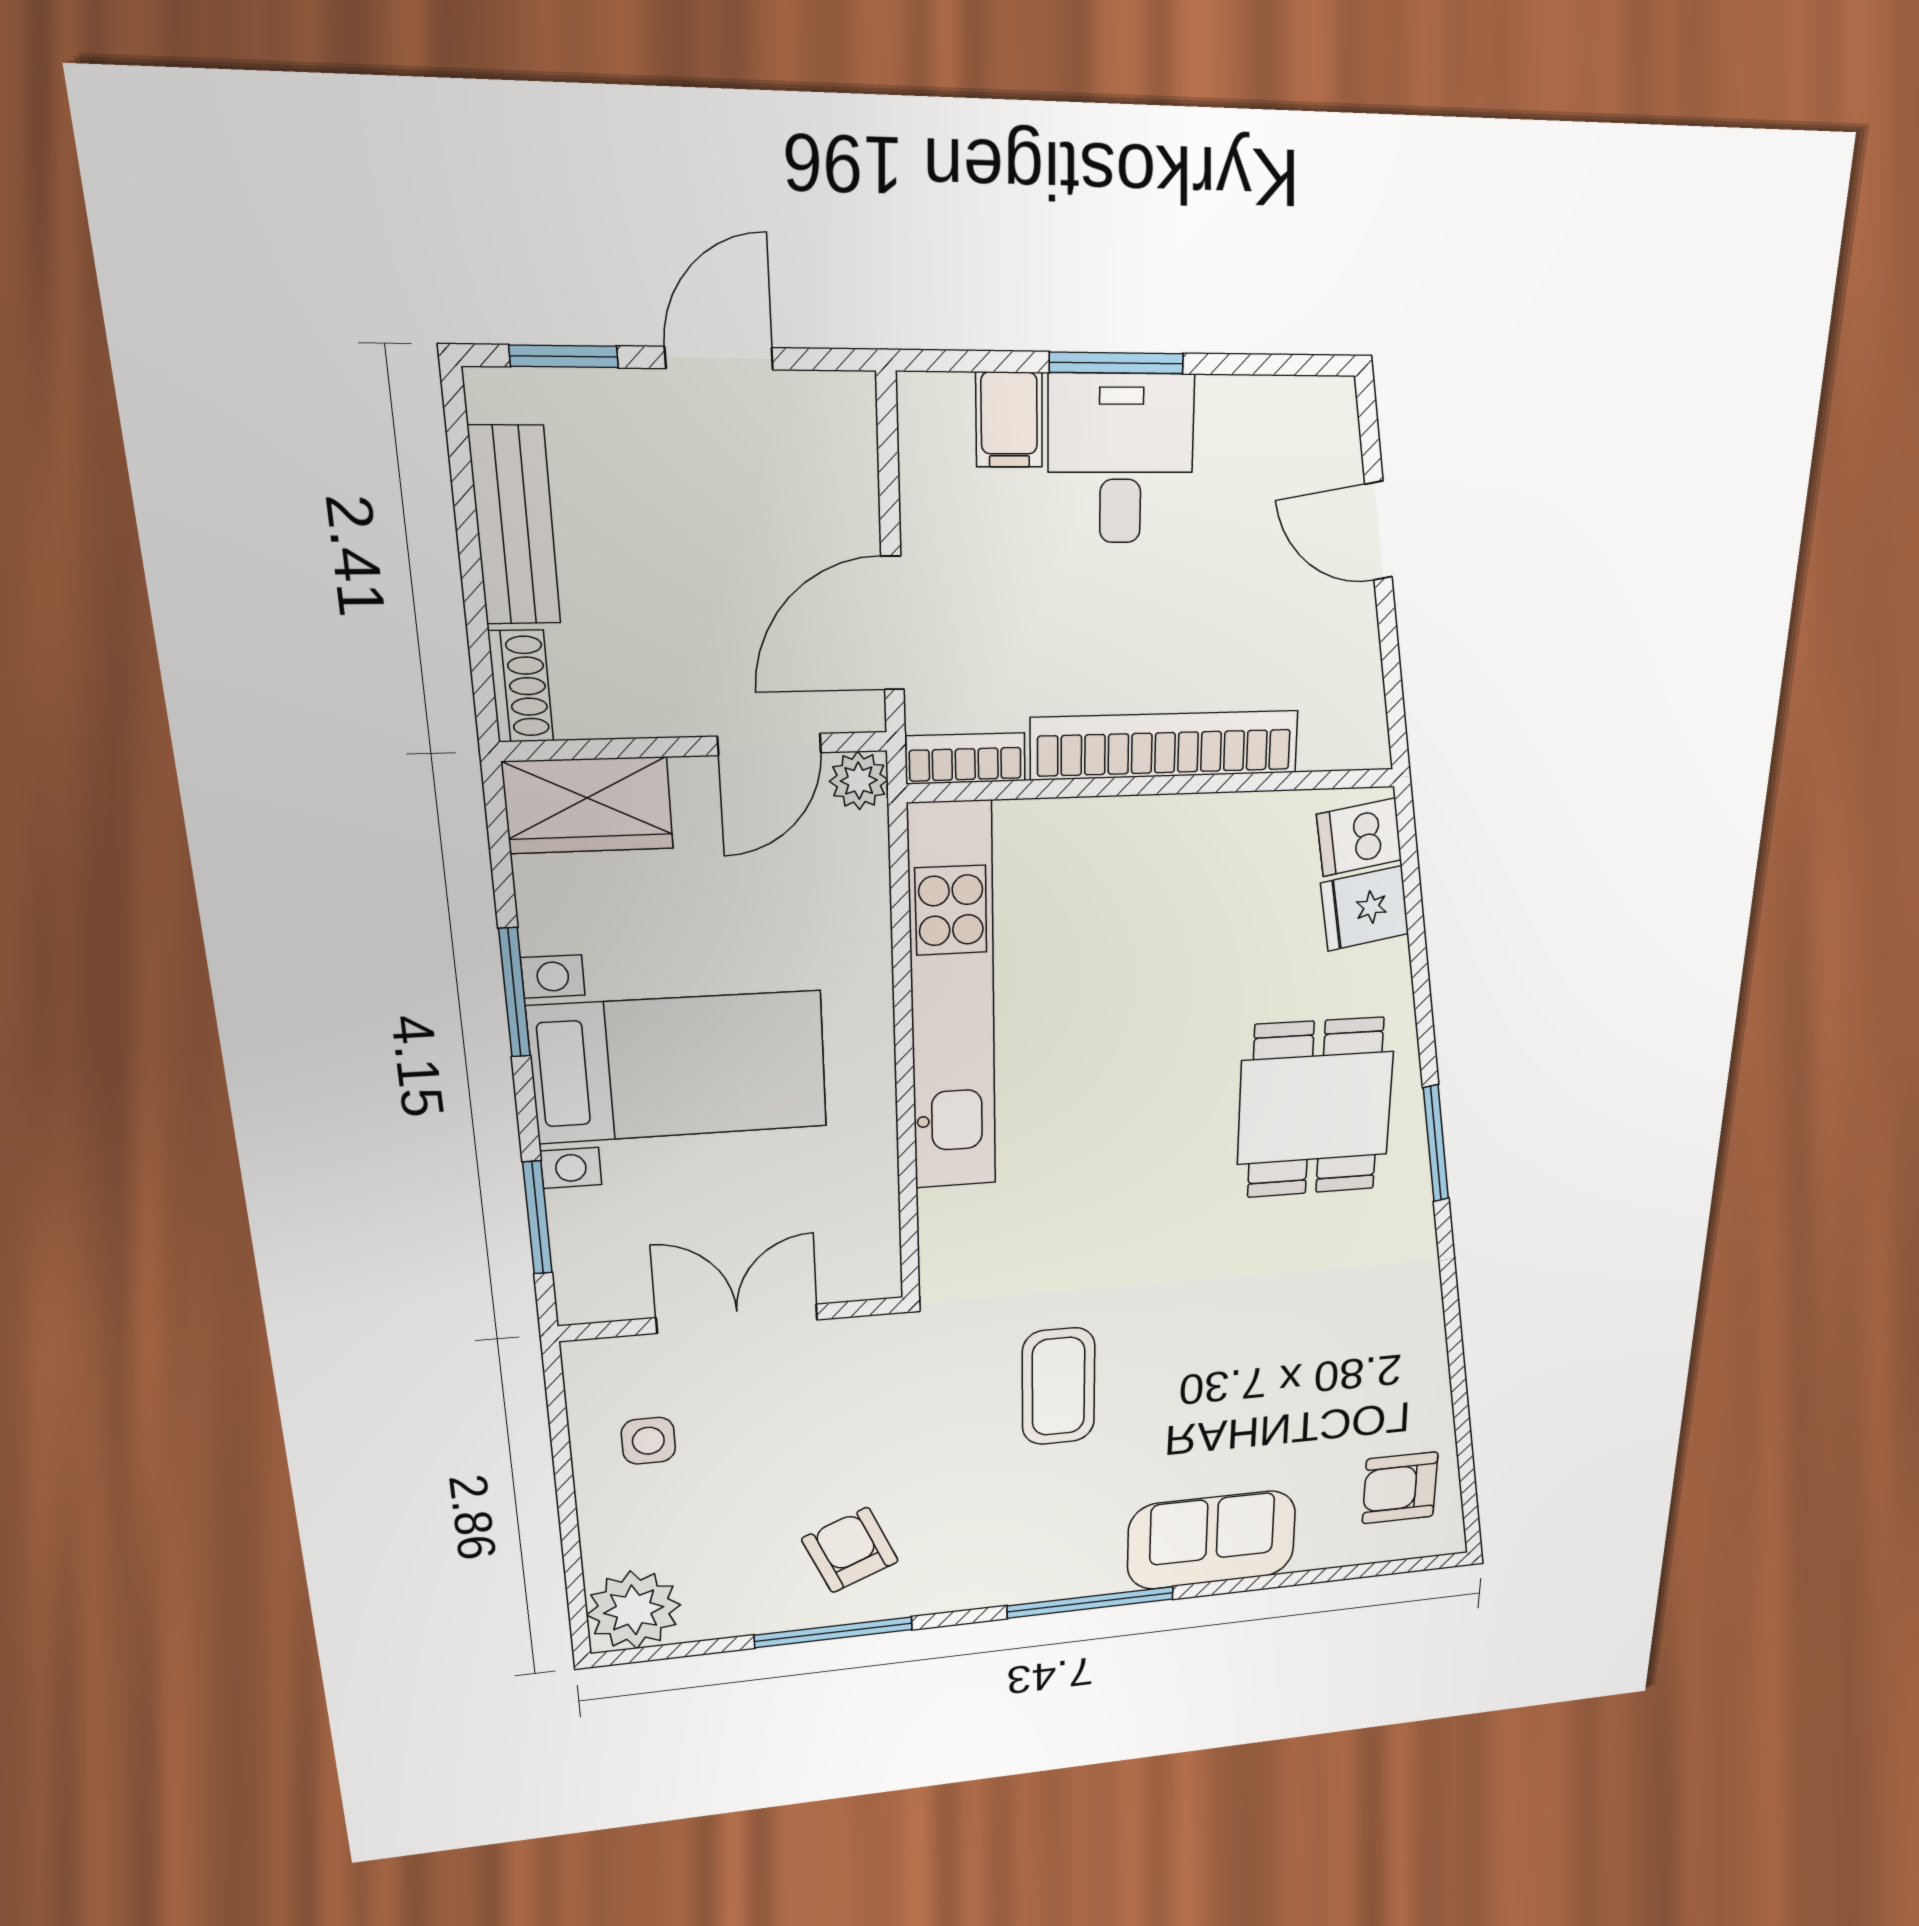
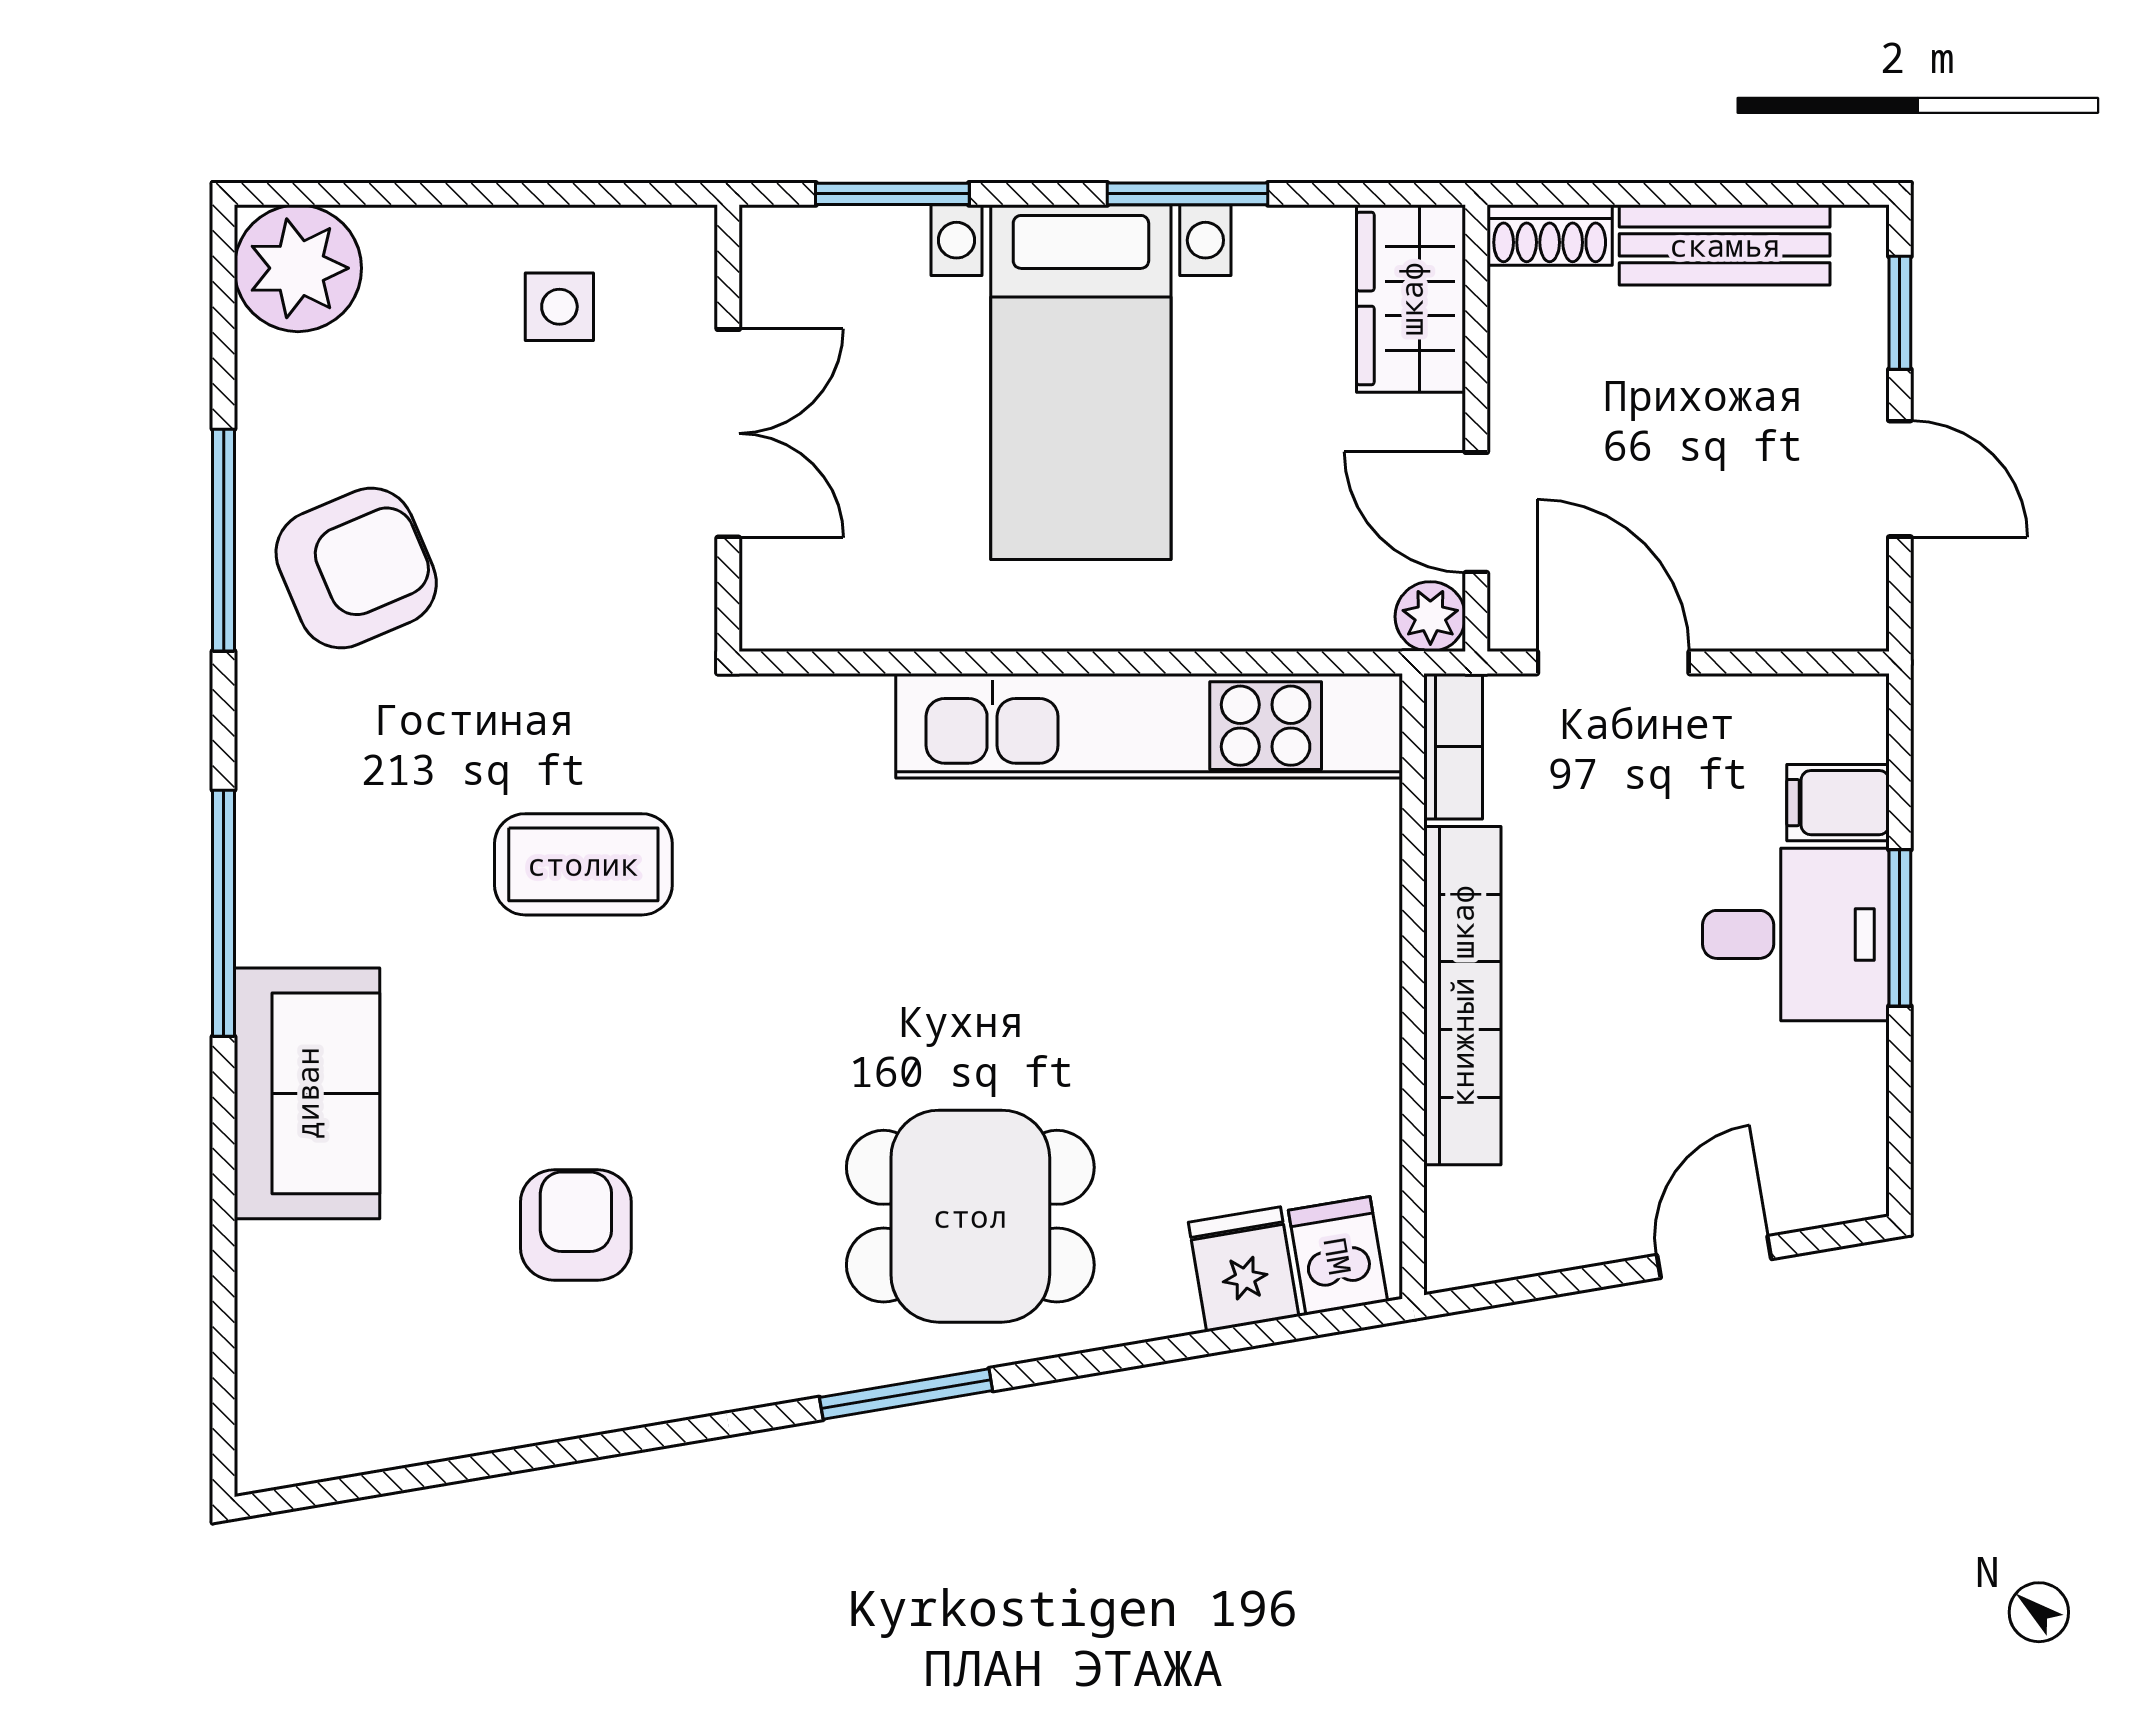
armchair: (1400, 1488) -> (576, 1225), moved
armchair: (850, 1550) -> (356, 568), width x1.38, depth x1.38

